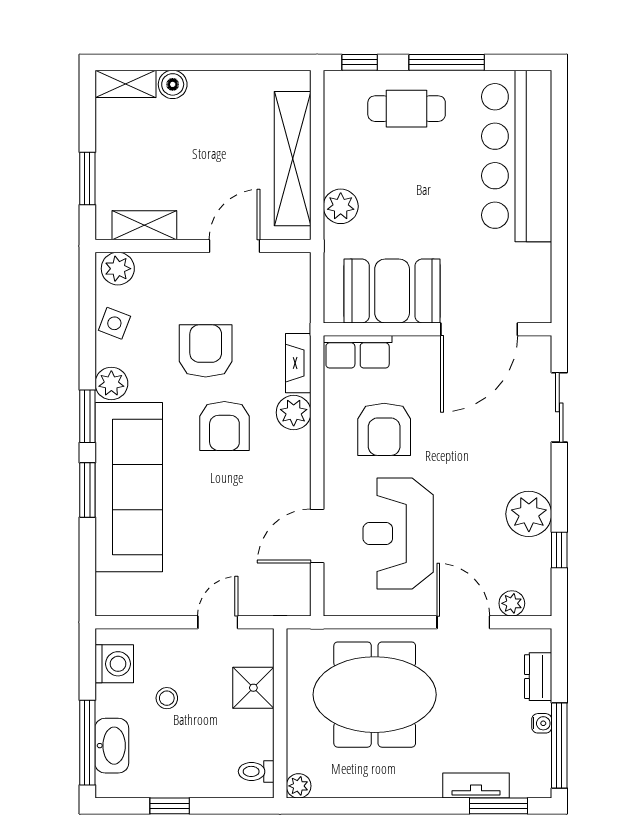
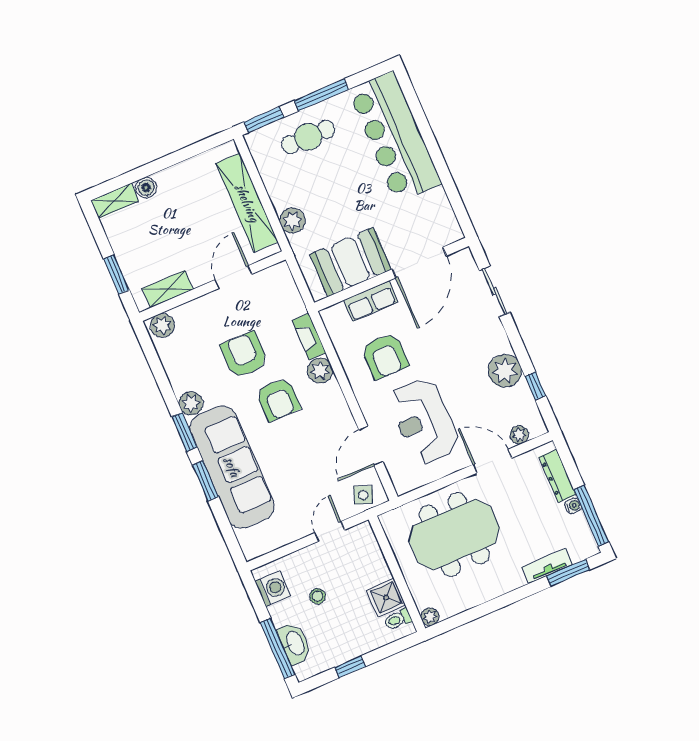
window: (360, 62) -> (264, 120), width x1.50
side table: (114, 323) -> (363, 495), moved
row of seats: (358, 352) -> (371, 301), moved
dresser: (538, 677) -> (557, 476), width x1.44
shower: (253, 688) -> (386, 598), moved

